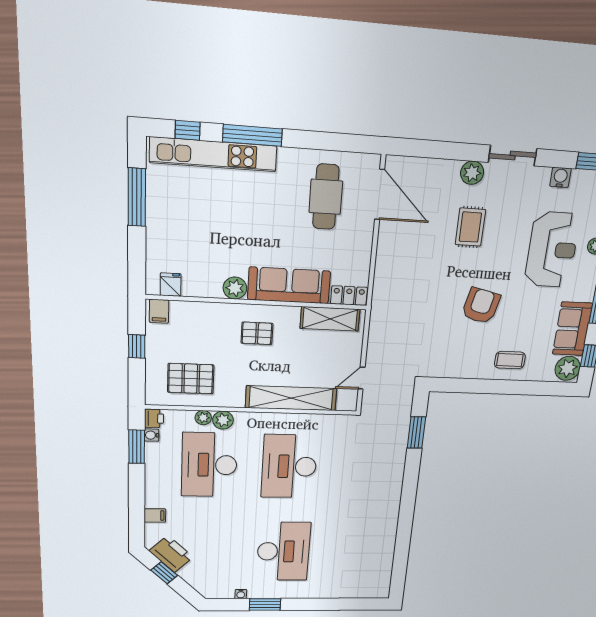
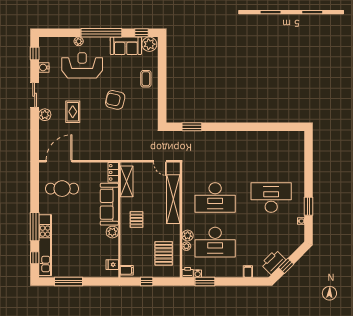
rug: (470, 227) -> (73, 112), turned 90

